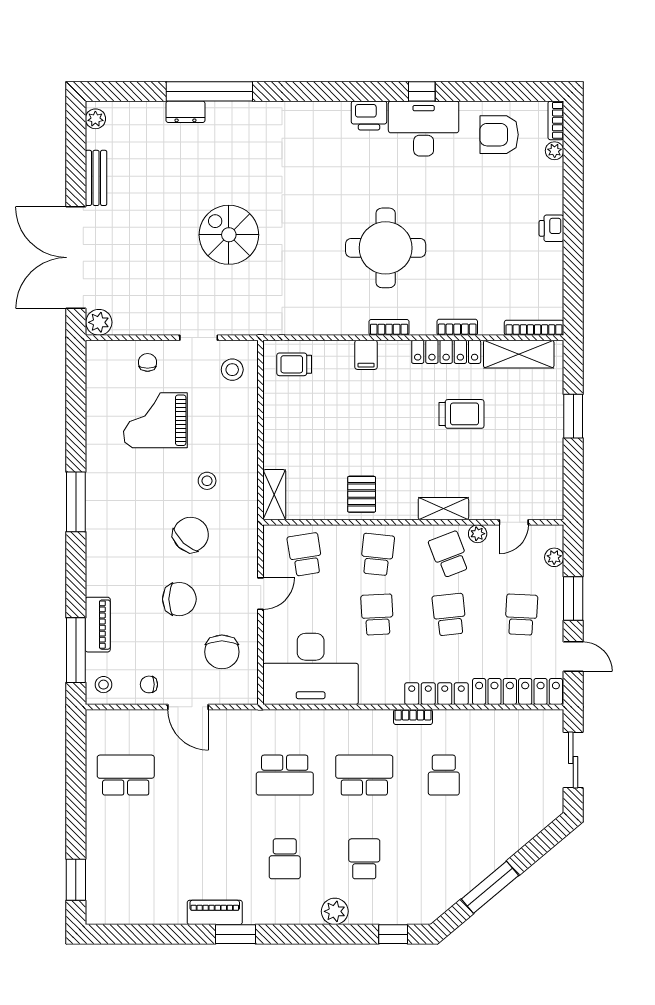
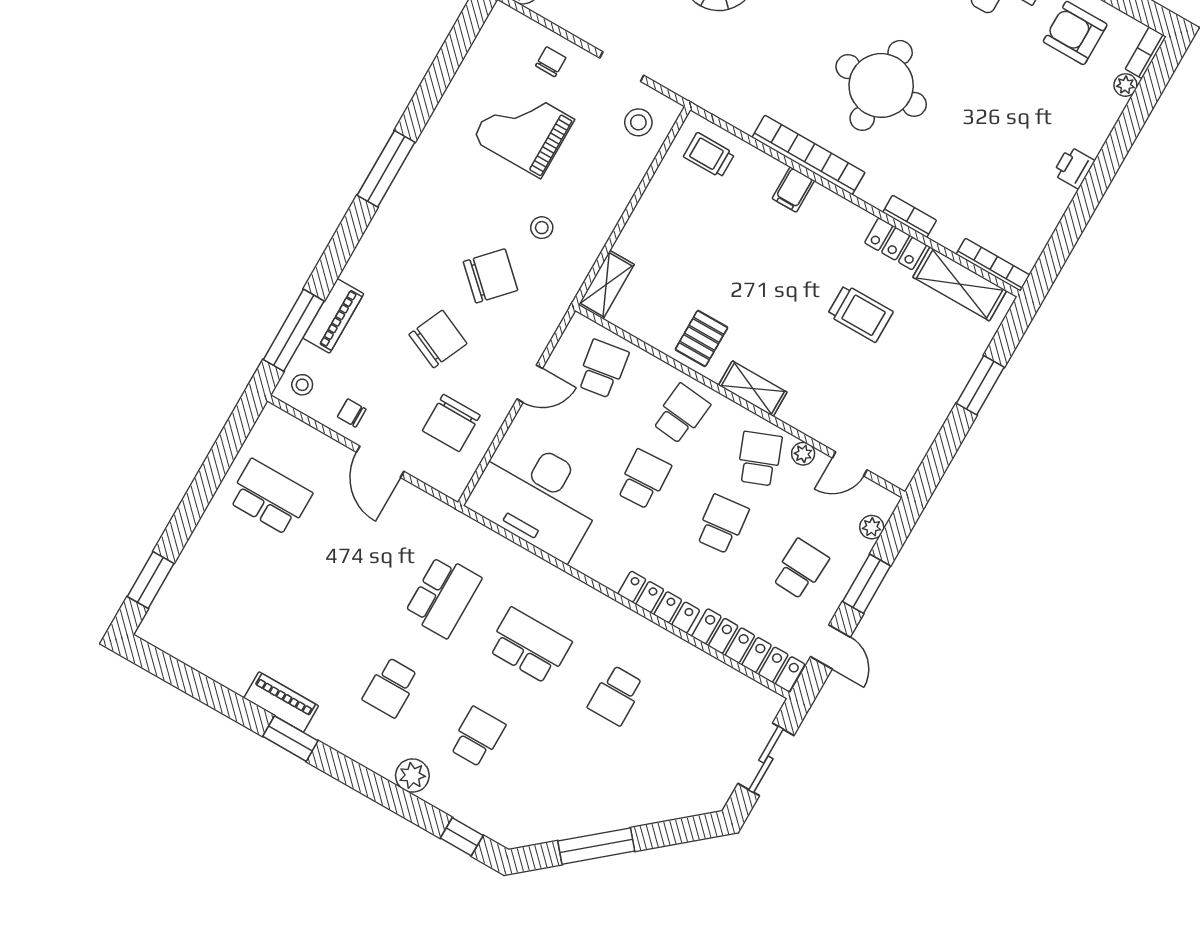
bookcase: (389, 327) -> (808, 155), width x2.31, depth x1.31
locker: (446, 352) -> (896, 244), width x0.66
shelving: (443, 509) -> (753, 389), moved
chair: (179, 599) -> (438, 339), turned -66
bookcase: (413, 717) -> (619, 613), removed
school desk: (285, 775) -> (443, 596), turned -90

